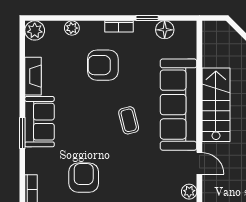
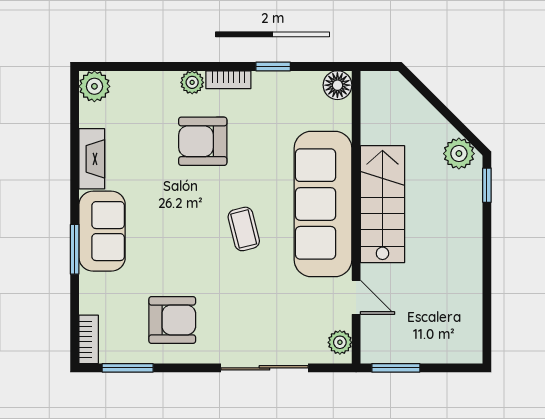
plant: (72, 28) -> (192, 82), moved
floor lamp: (165, 30) -> (337, 85), moved
armchair: (84, 178) -> (172, 320), turned 90

